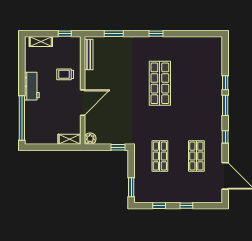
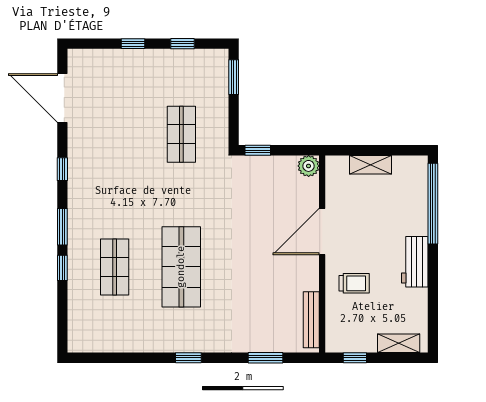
shelving: (70, 139) -> (370, 165), moved
shop shelf: (196, 156) -> (115, 267), moved

